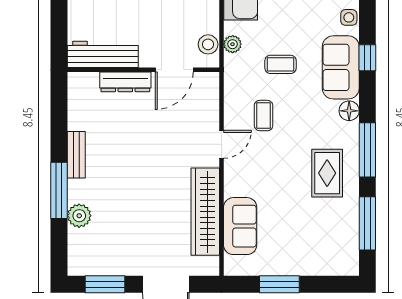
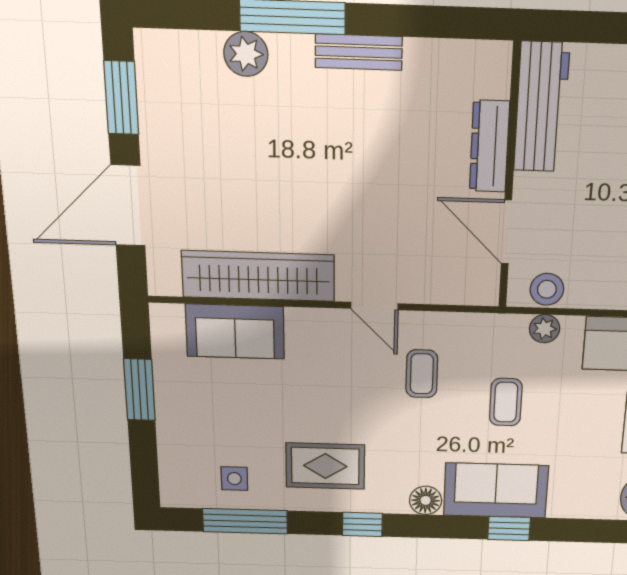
side table: (349, 17) -> (234, 479), moved
coffee table: (264, 116) -> (422, 374), turned 90
window: (367, 150) -> (362, 524), width x0.46

